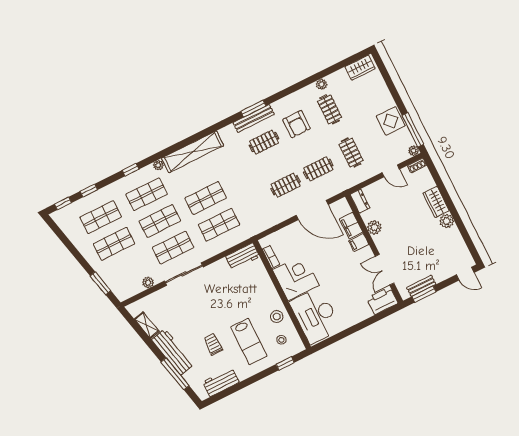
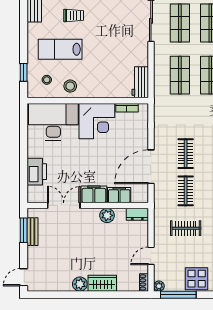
filing cabinet: (359, 243) -> (94, 194), width x2.00
printer: (382, 301) -> (37, 172), moved

